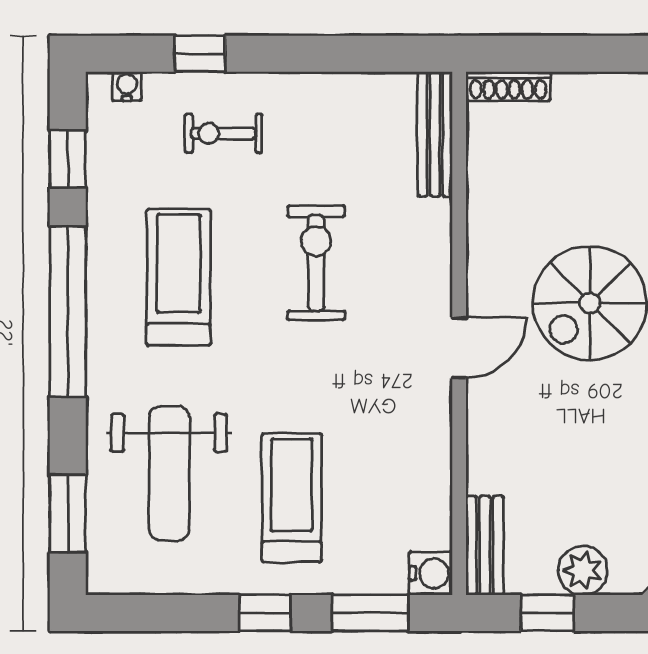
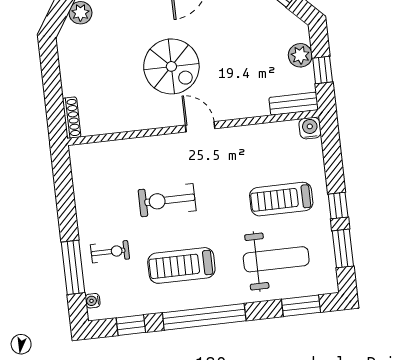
window: (200, 54) -> (73, 267), width x2.17
exercise bike: (223, 133) -> (110, 252), turned -90
bench: (435, 134) -> (99, 150), removed
window: (370, 613) -> (343, 248), moved

